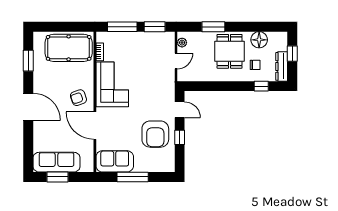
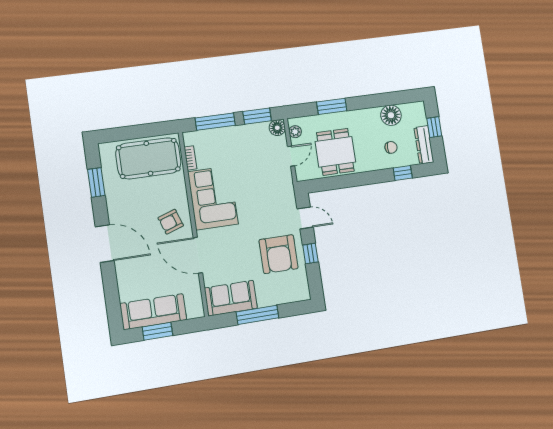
floor lamp: (169, 38) -> (277, 128), added
dining table: (230, 51) -> (335, 152), moved

